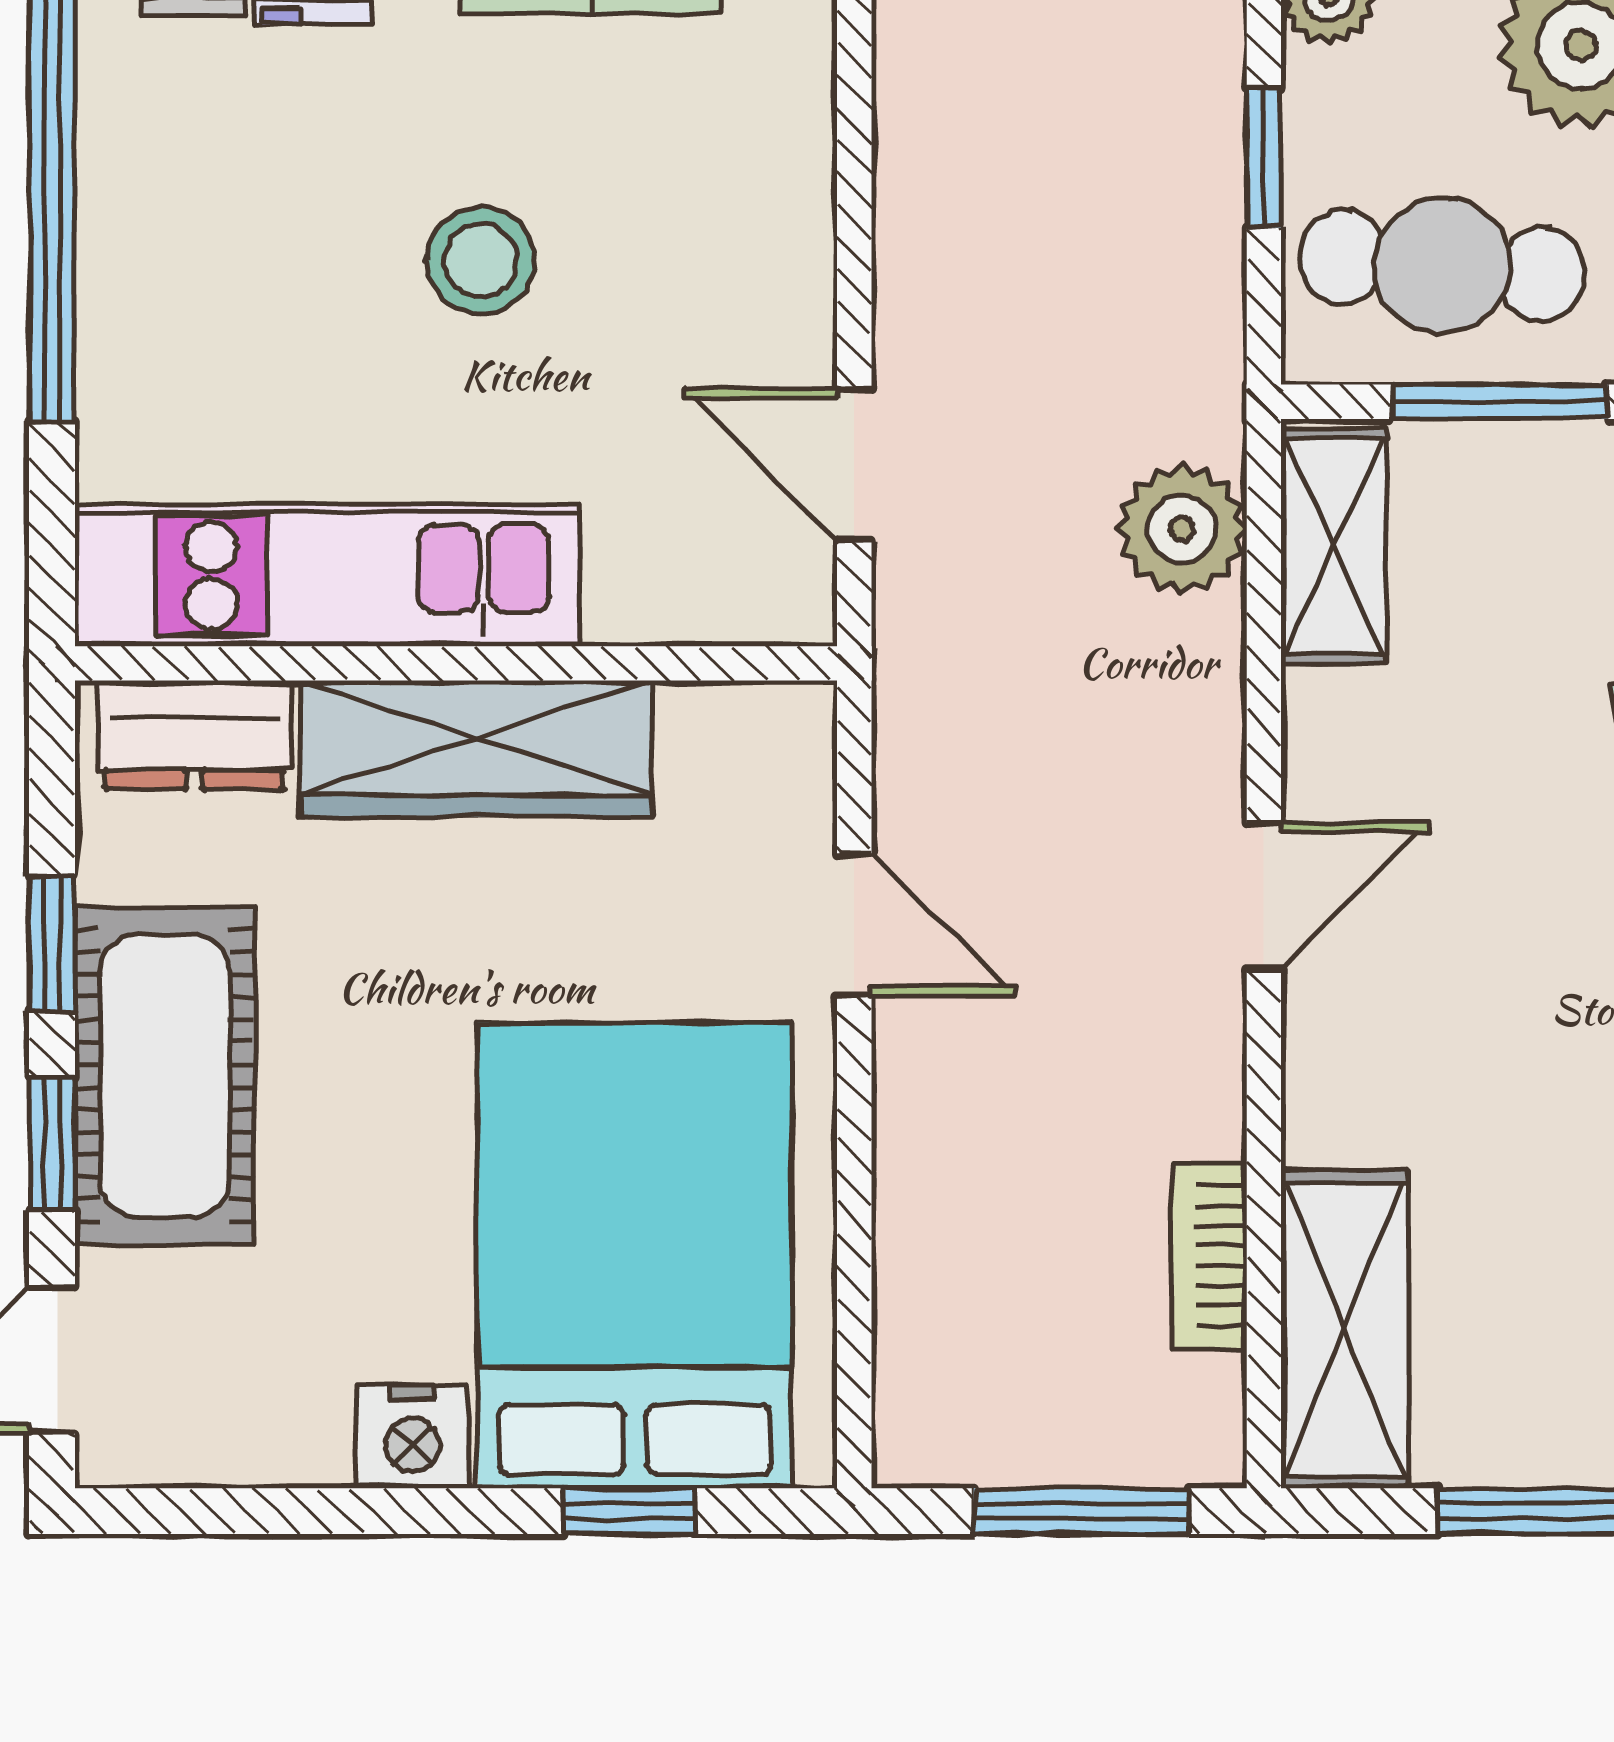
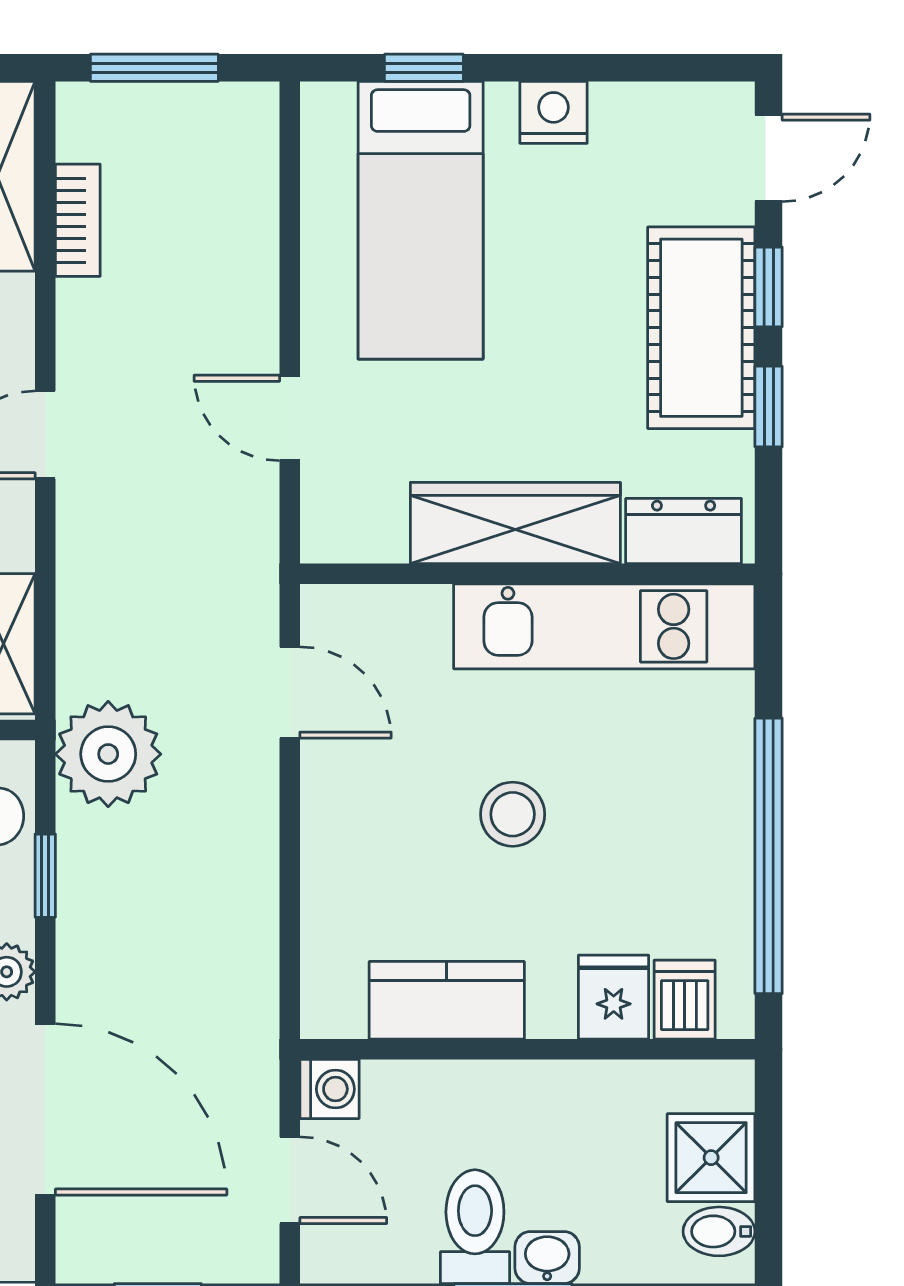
plant: (1182, 529) -> (108, 754), moved, width x1.36, depth x1.36
bed: (635, 1256) -> (421, 220), width x0.67

